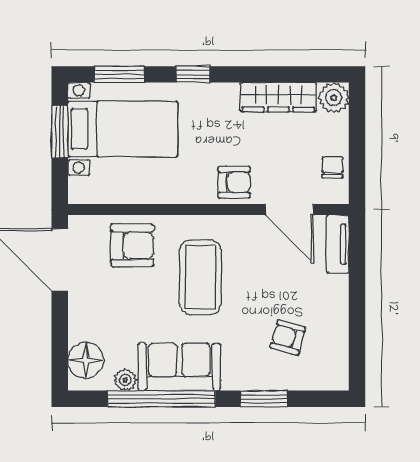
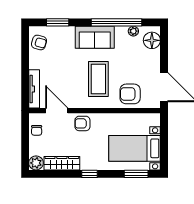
window: (193, 74) -> (89, 174), moved
window: (60, 132) -> (164, 147), removed
tv unit: (338, 244) -> (34, 89), width x1.41
armchair: (288, 337) -> (39, 42), moved
sofa: (179, 367) -> (95, 37), moved
window: (264, 399) -> (58, 22), moved

